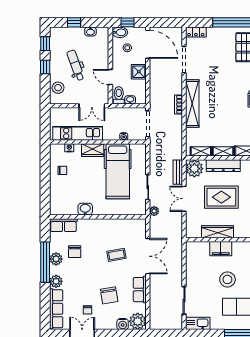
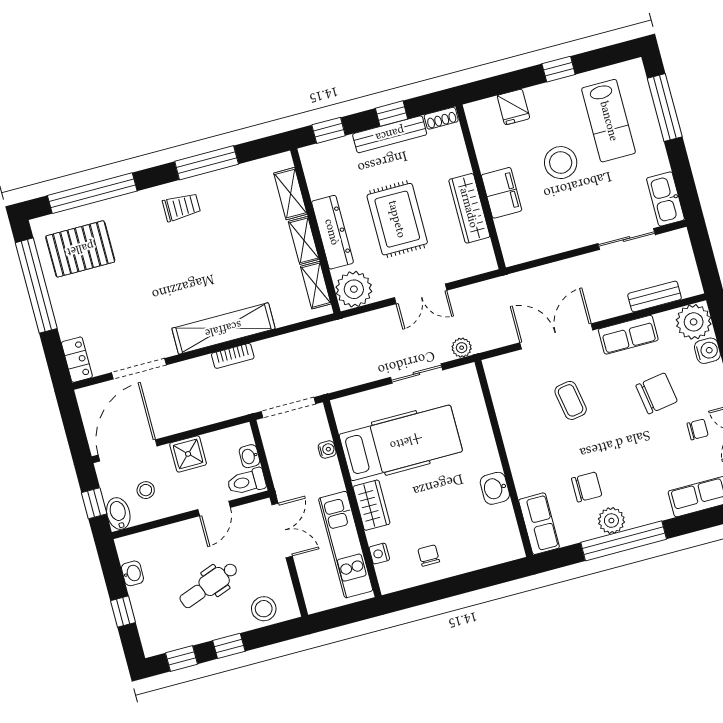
bench: (178, 172) -> (655, 296), moved
plant: (56, 281) -> (657, 508), removed

